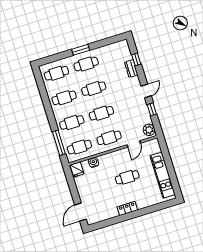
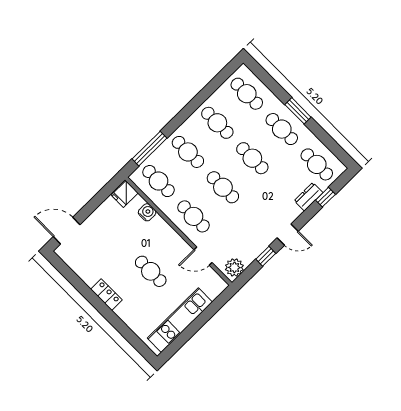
cafe table: (116, 55) -> (317, 164), added

